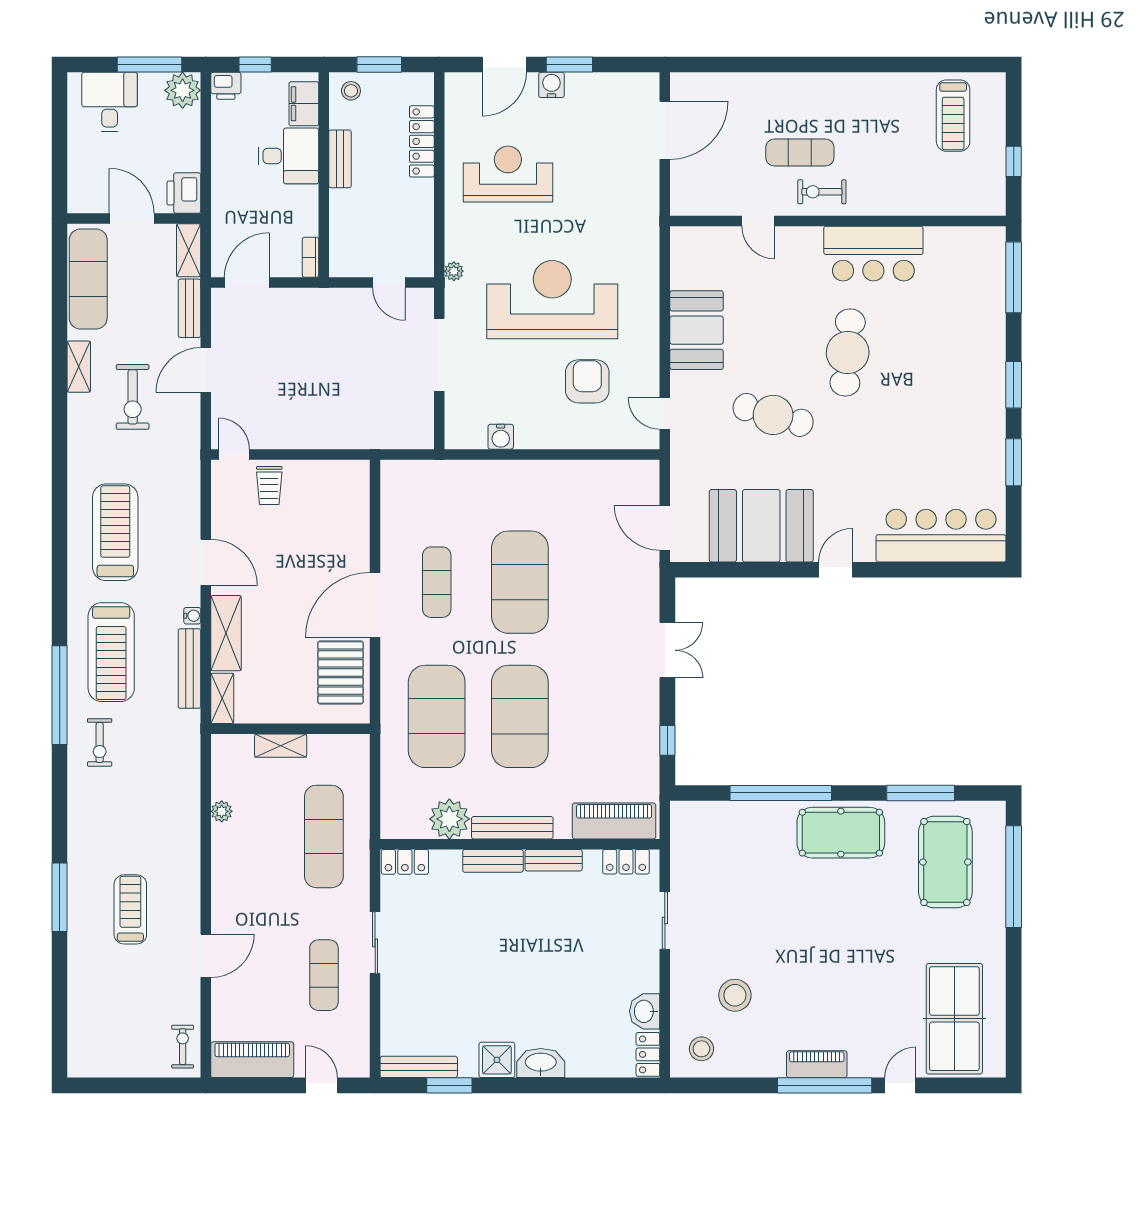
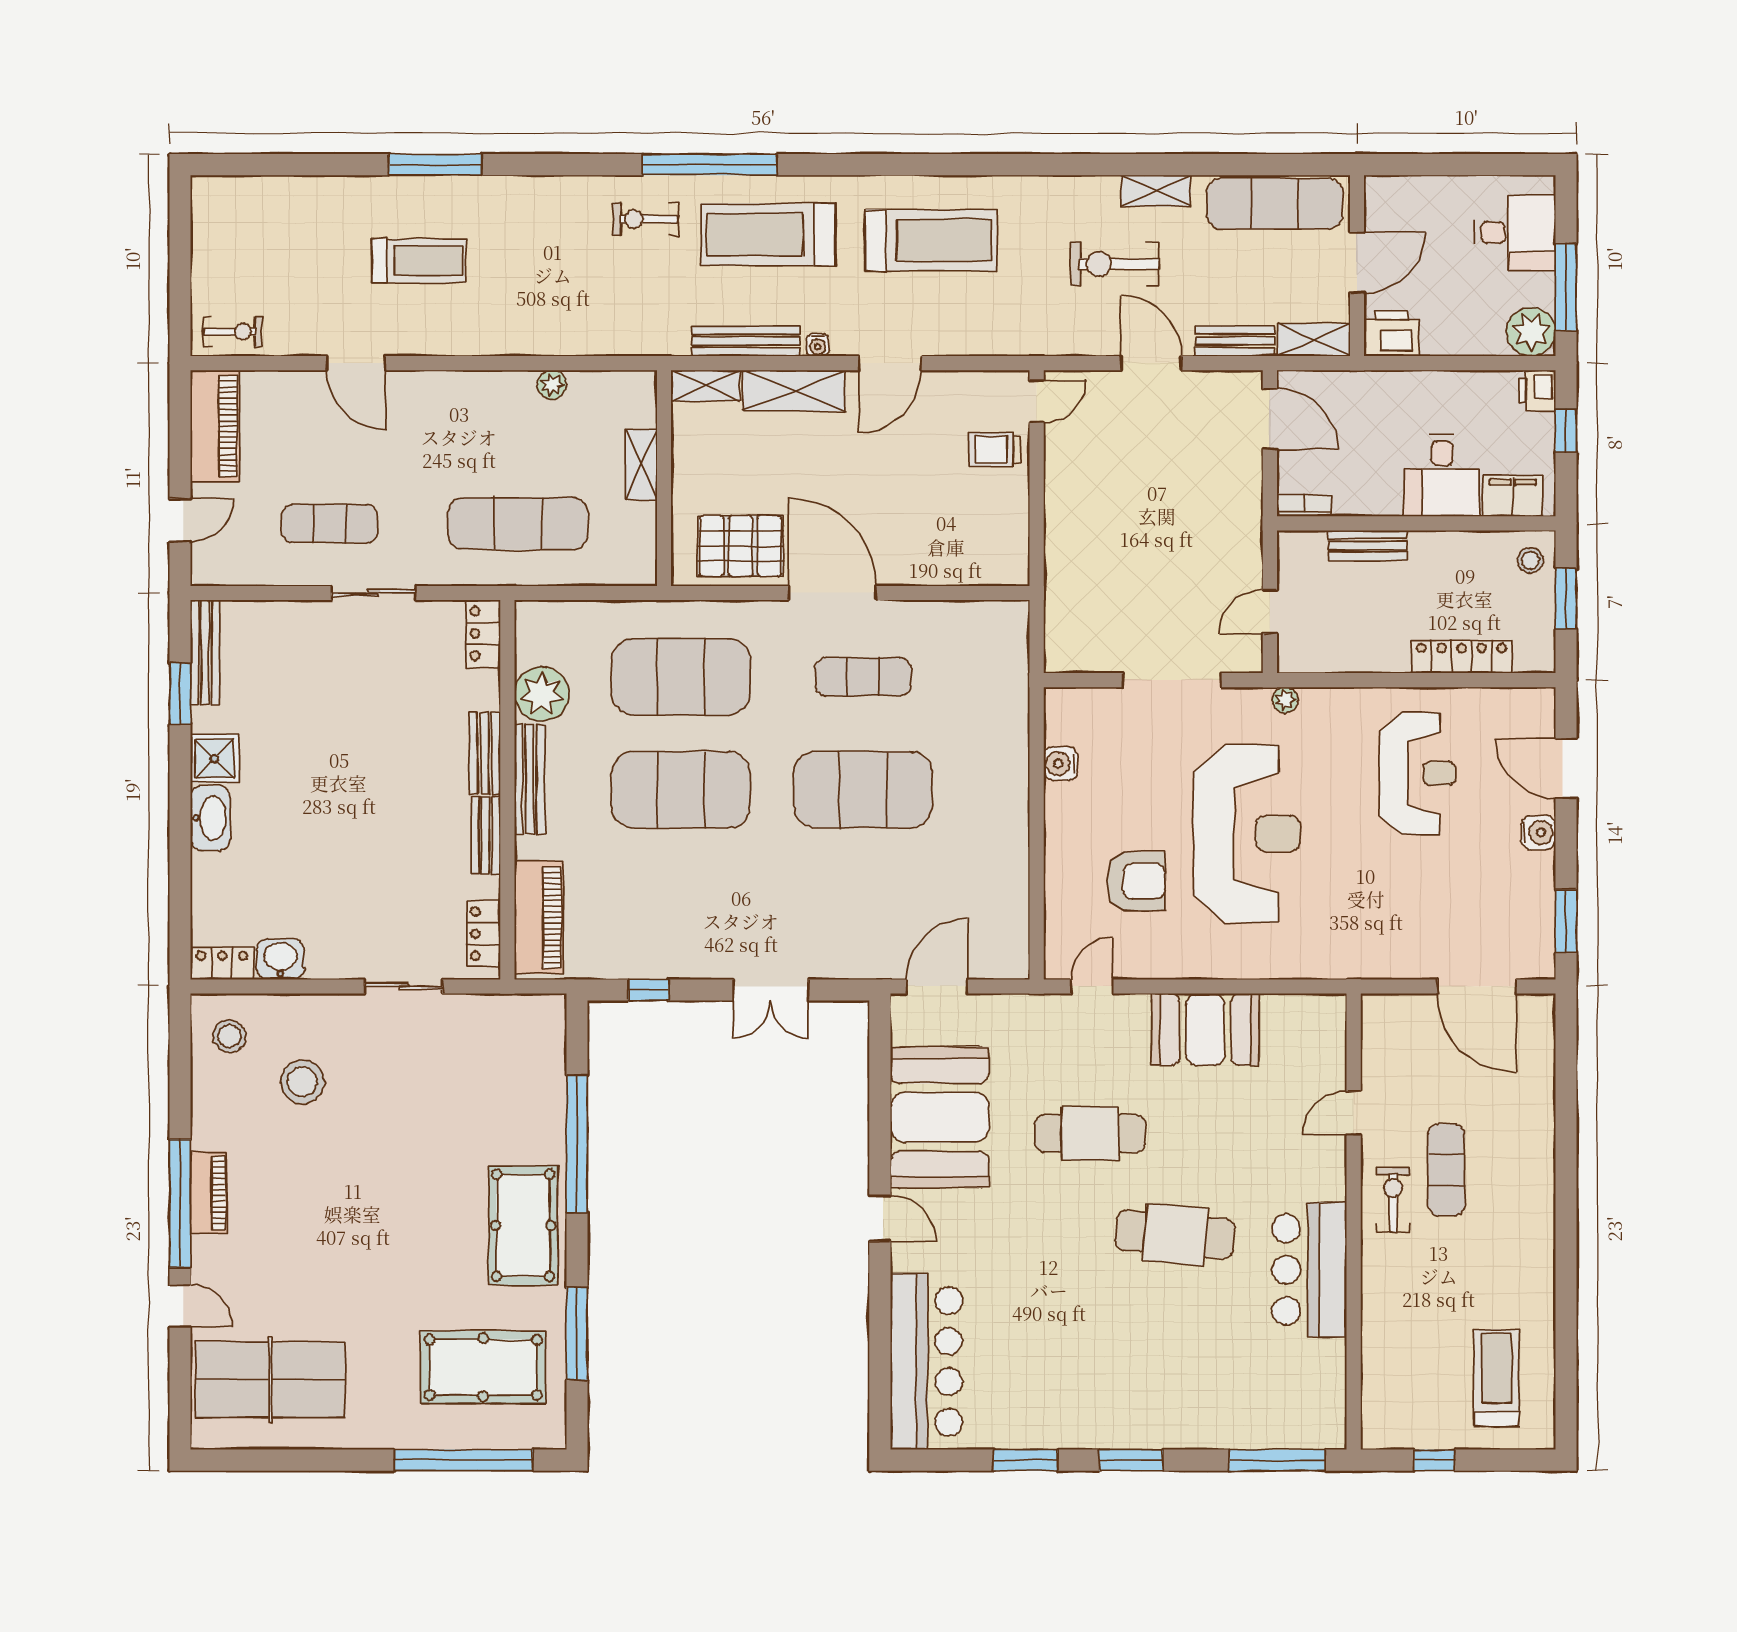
window: (569, 65) -> (1566, 921), moved
treadmill: (953, 116) -> (1497, 1378), turned 90
bench: (340, 159) -> (1367, 545), moved
cafe table: (773, 415) -> (1090, 1133), turned 74

